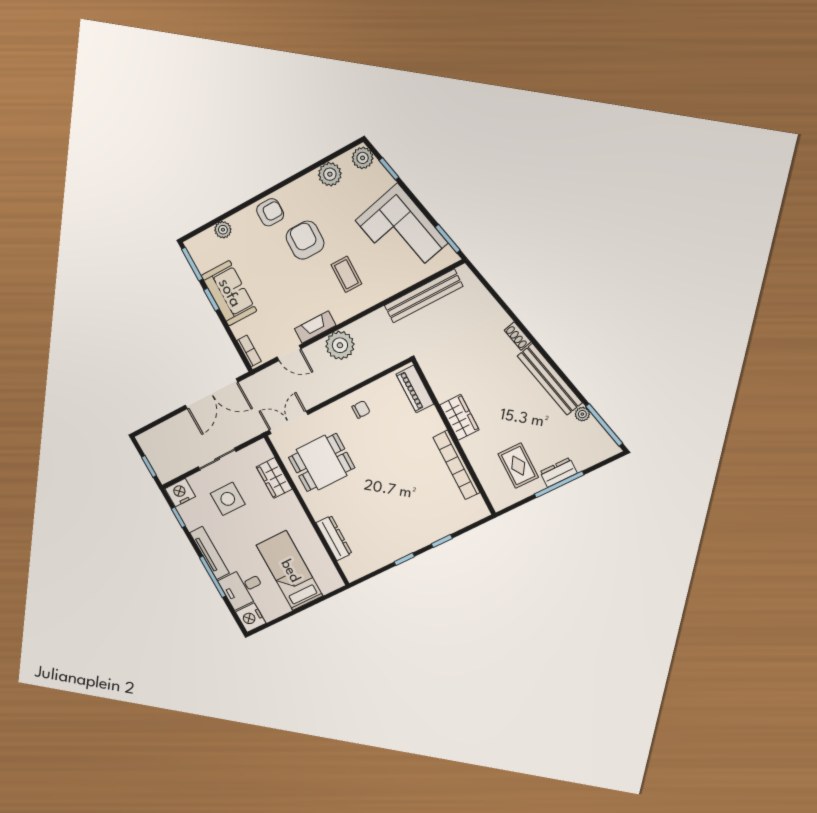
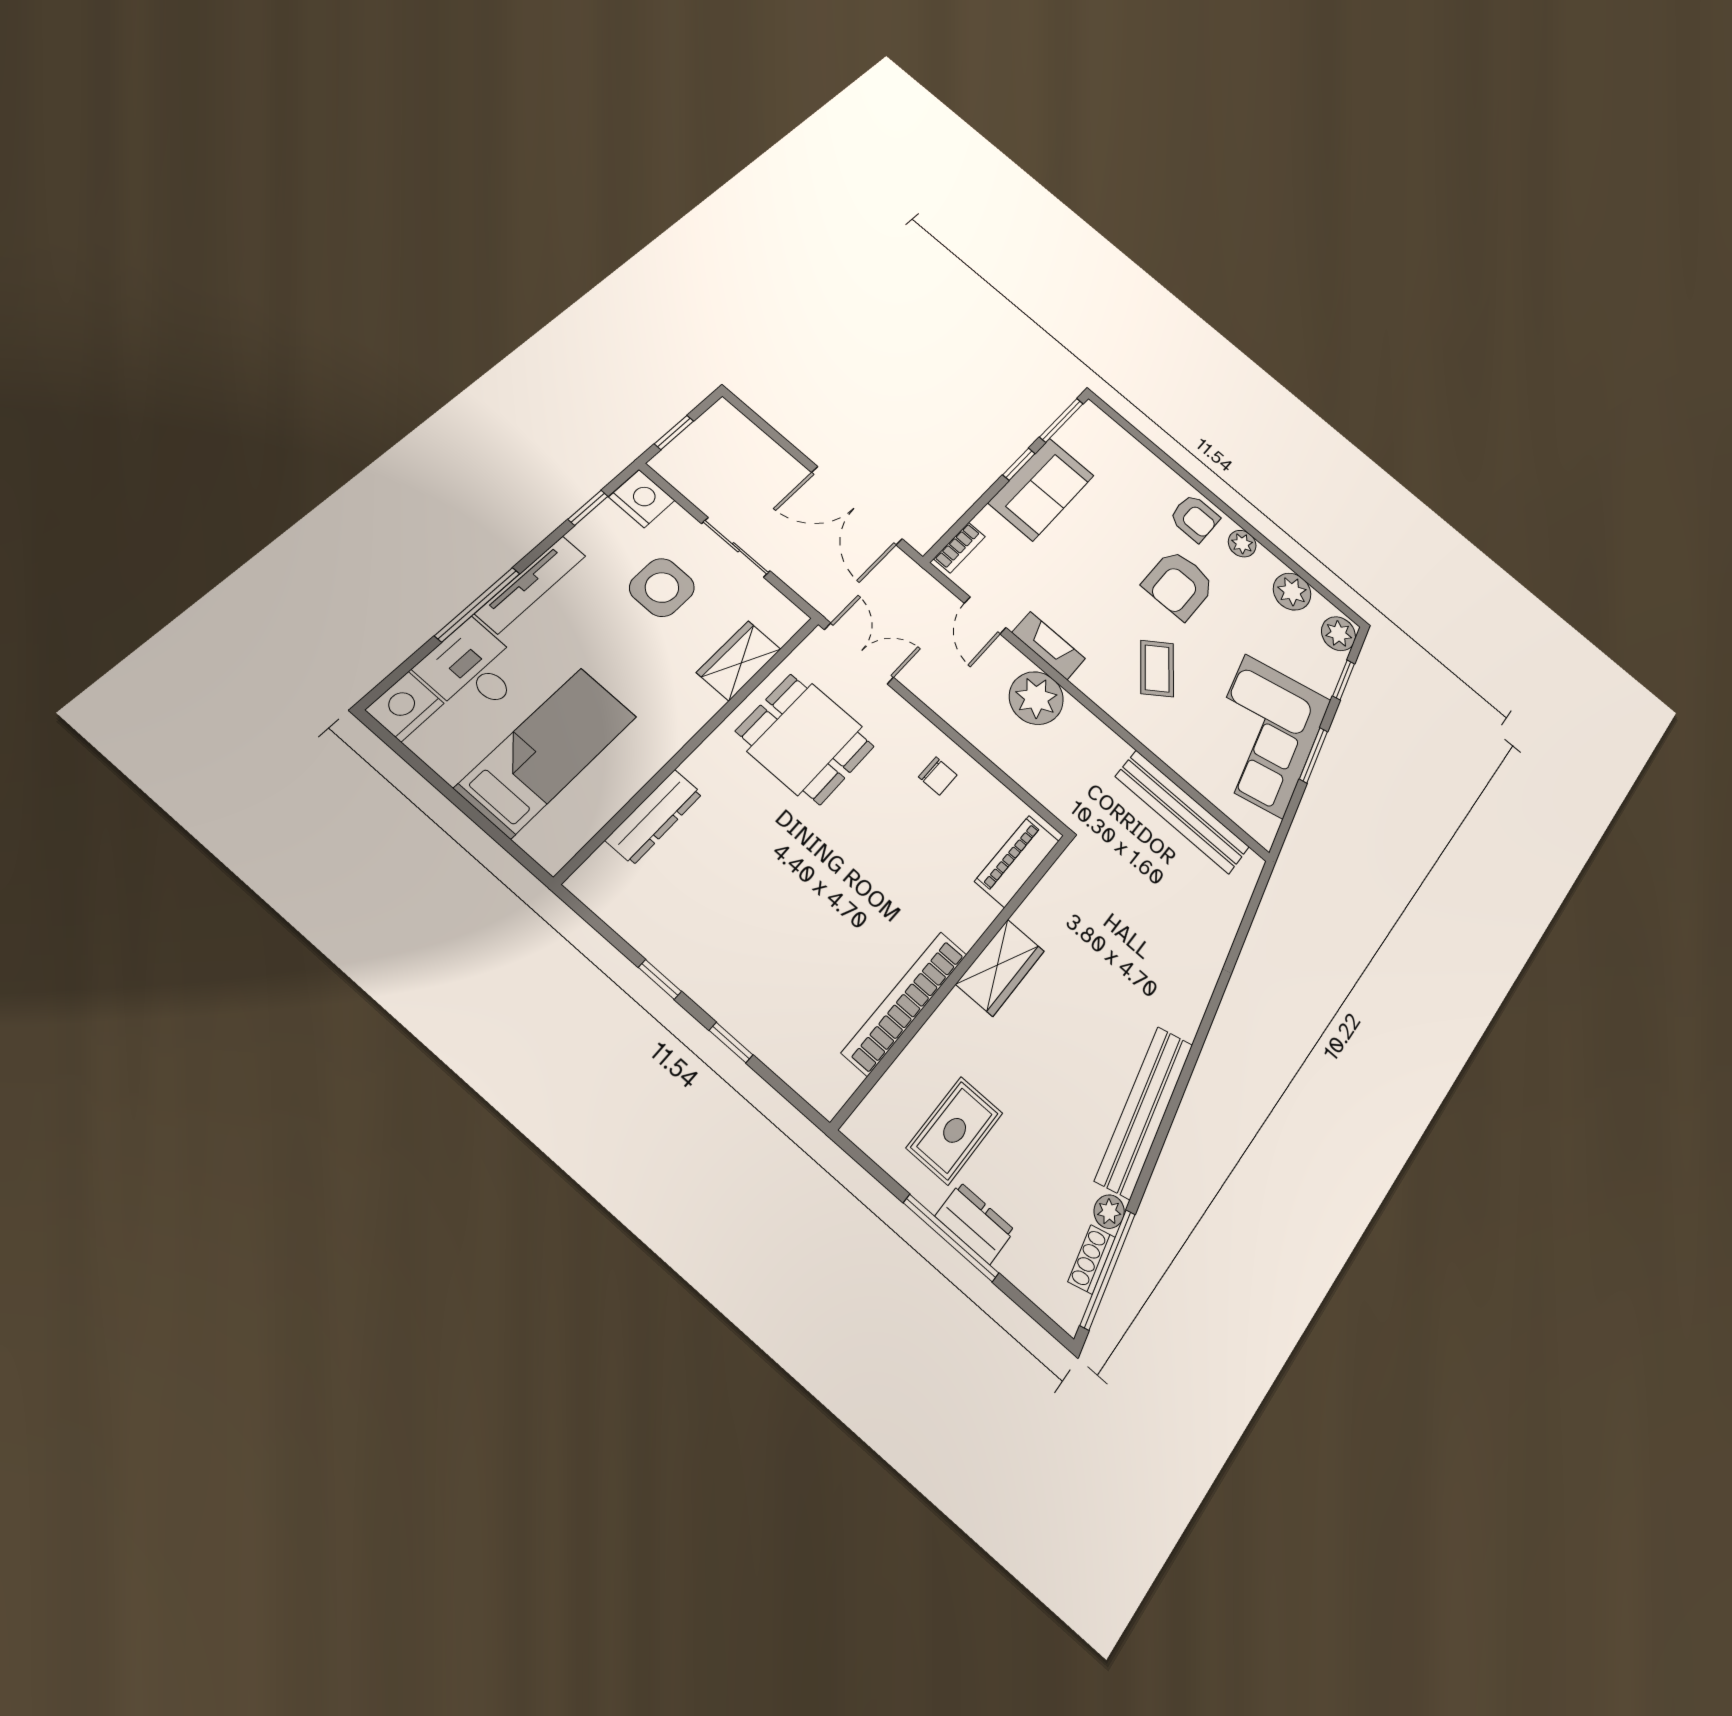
plant: (223, 230) -> (1242, 544), moved
window: (448, 239) -> (1313, 755), moved
armchair: (305, 240) -> (1179, 585), turned 180
coffee table: (346, 274) -> (1157, 668), turned -37
shoe rack: (518, 336) -> (1092, 1259), moved

